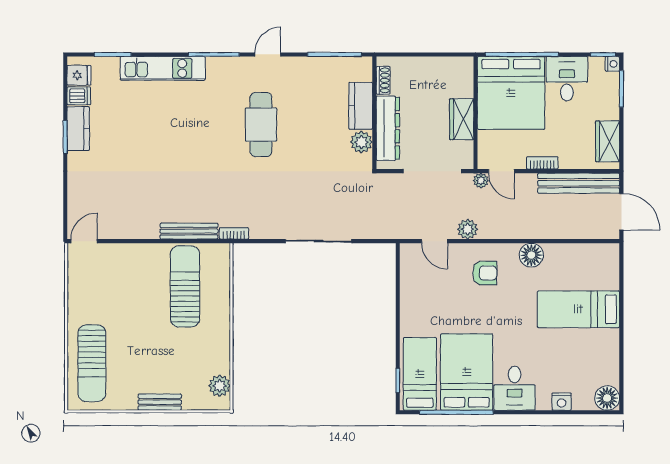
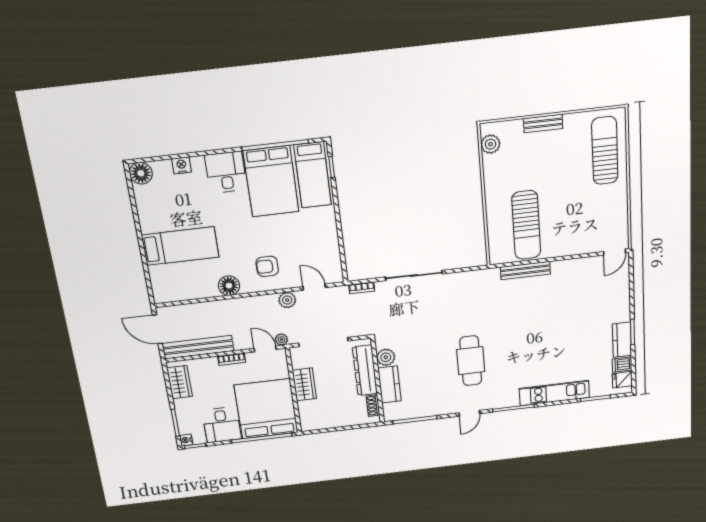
bookcase: (234, 233) -> (362, 288), moved

